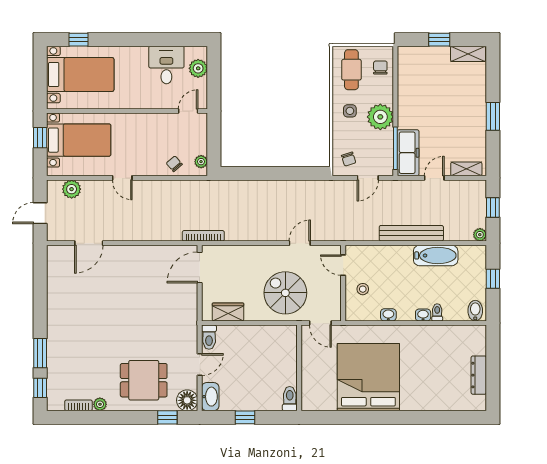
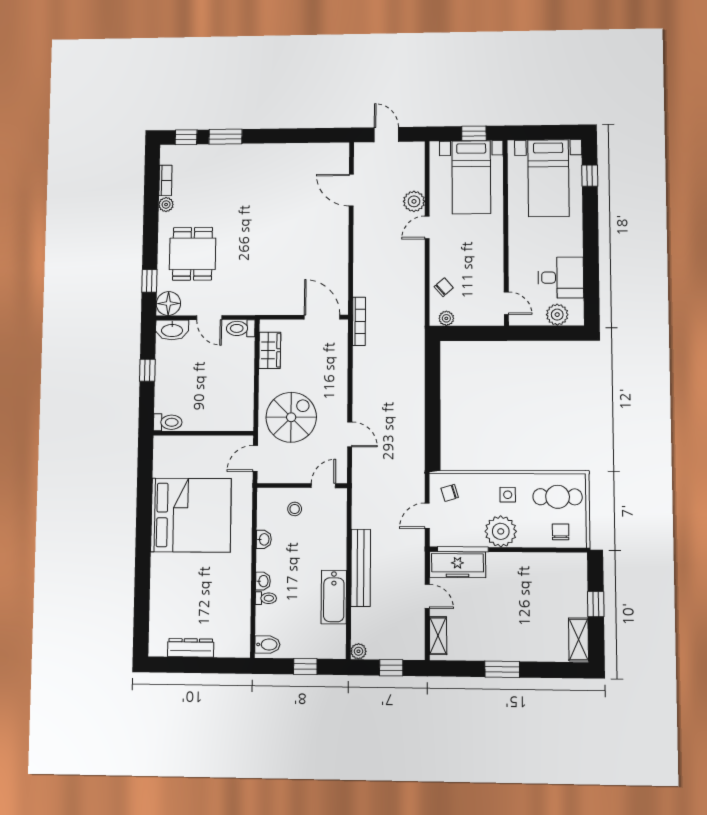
chair: (380, 68) -> (561, 532), turned -90
door: (368, 178) -> (427, 516), hinge flipped
plant: (72, 189) -> (414, 201), moved

